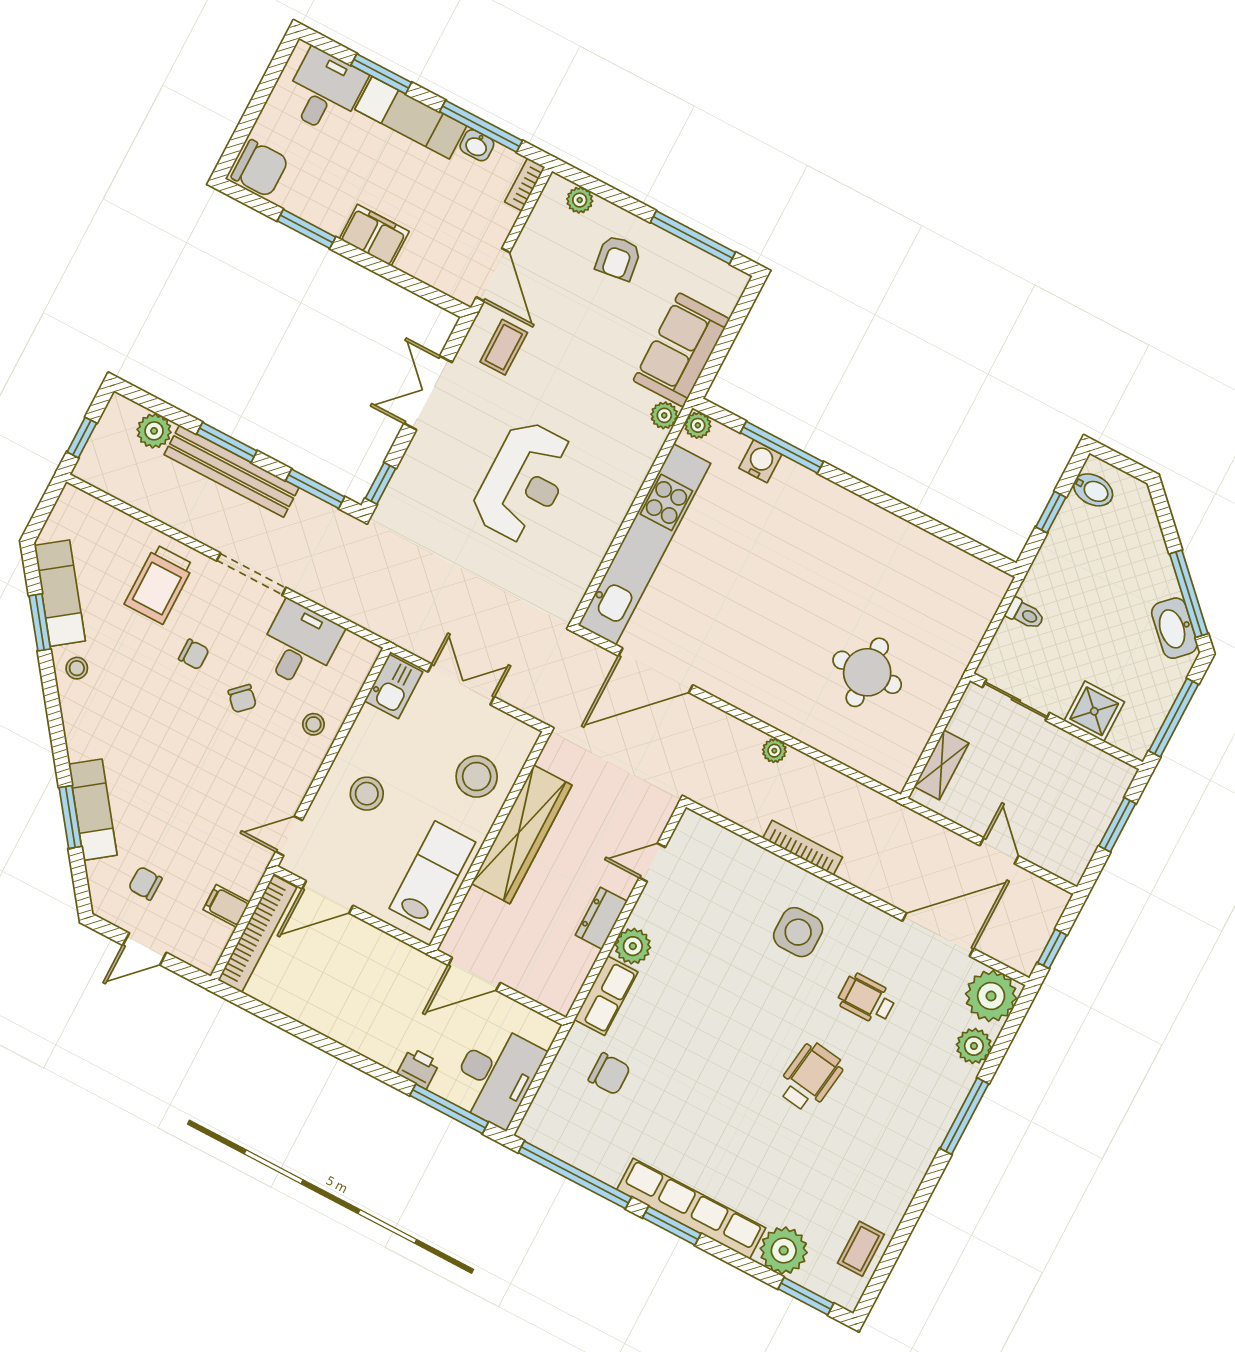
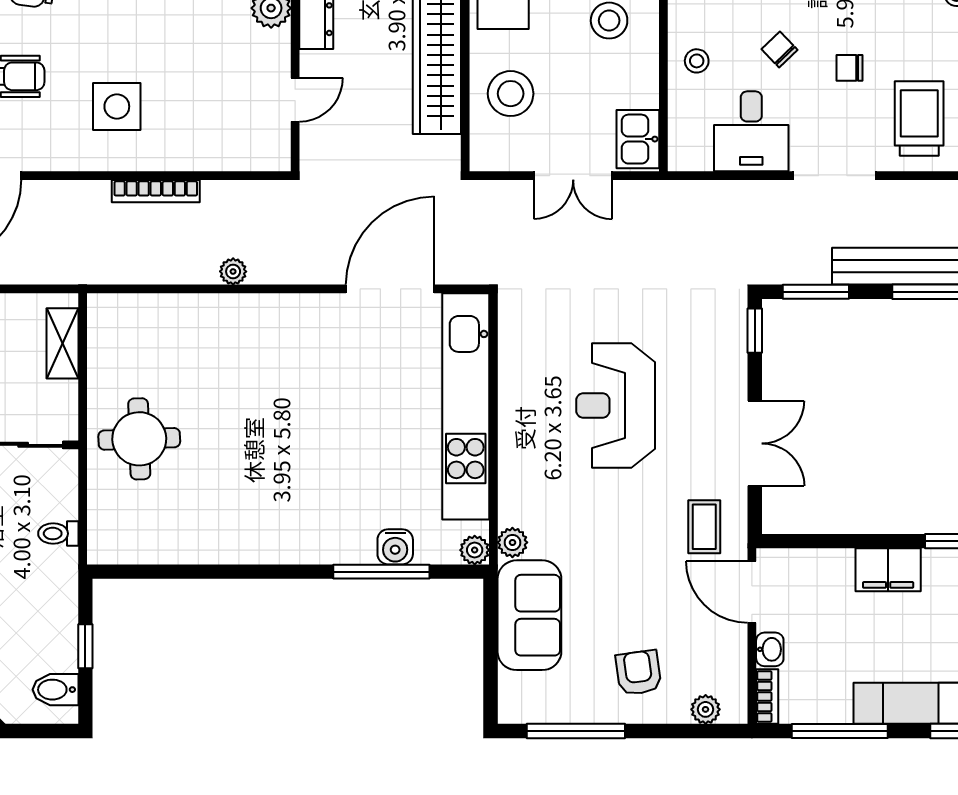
washbasin: (477, 145) -> (770, 649), moved, turned 90
round table: (867, 672) -> (139, 439), moved

